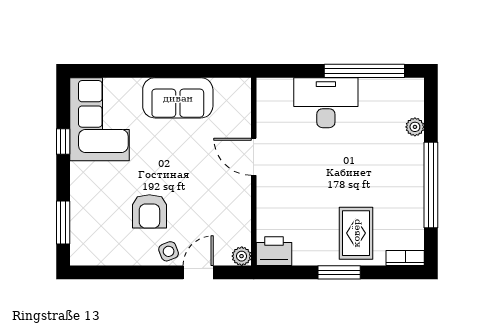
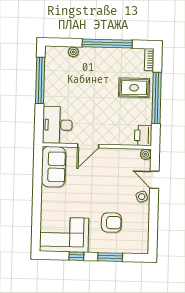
sofa: (178, 98) -> (53, 167), moved
desk: (326, 103) -> (57, 125), moved
armchair: (149, 211) -> (111, 223), moved
window: (63, 222) -> (110, 257), moved
window: (339, 272) -> (157, 98), width x2.11

